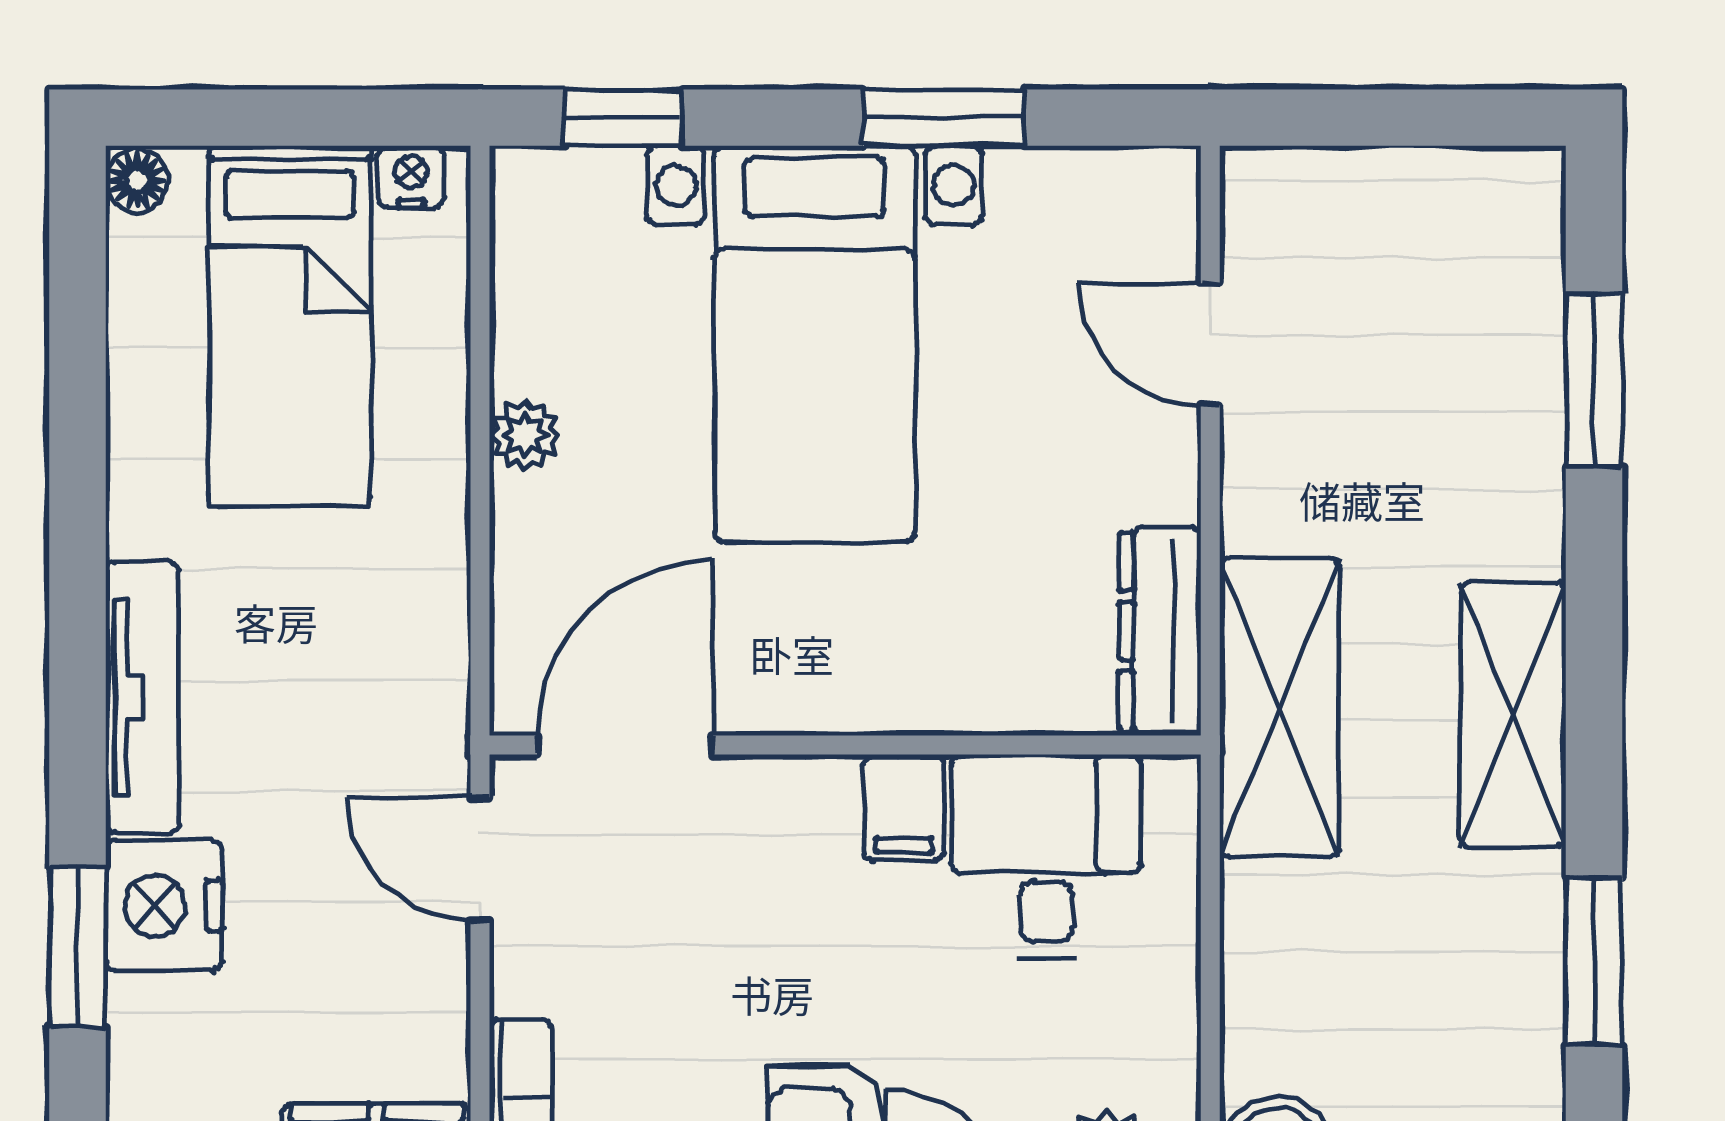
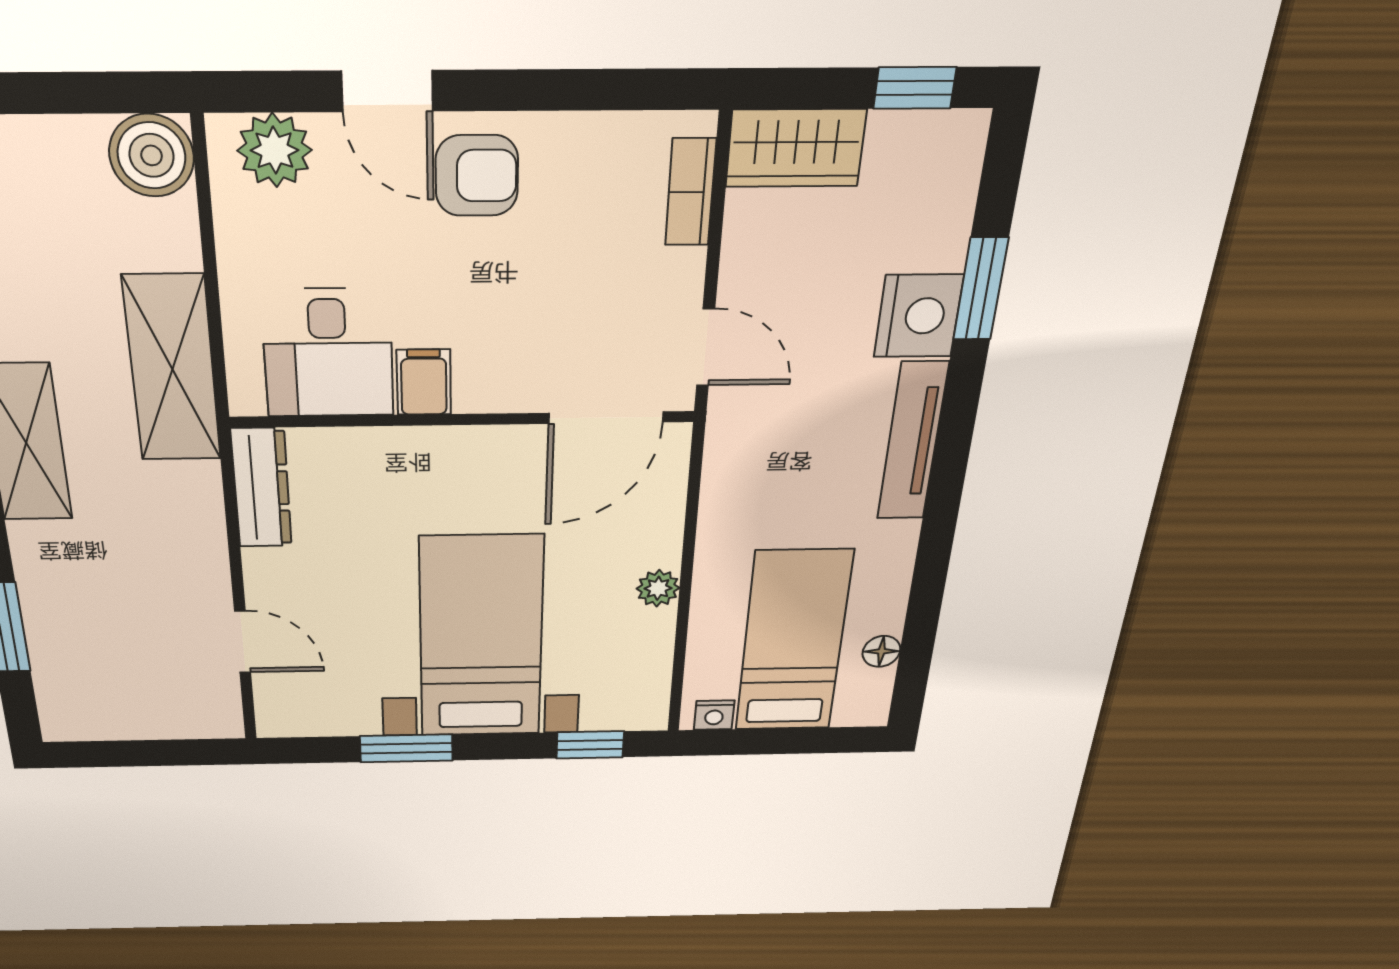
floor lamp: (137, 180) -> (881, 651), moved
shelving: (1279, 708) -> (172, 369), moved

